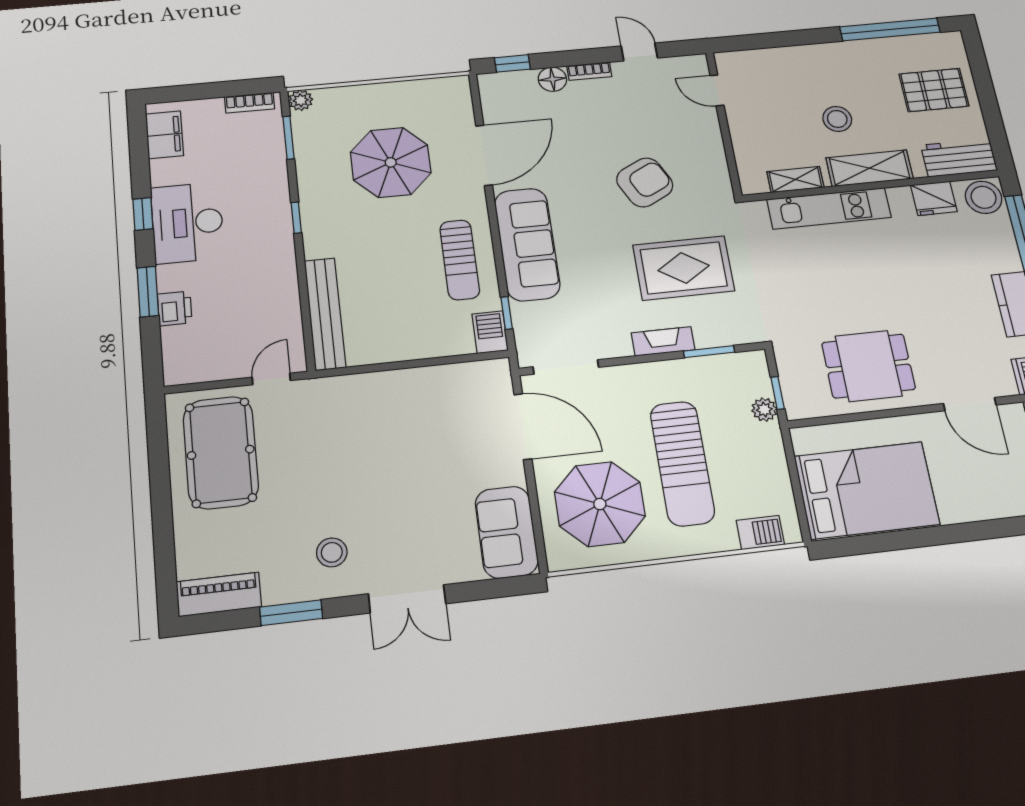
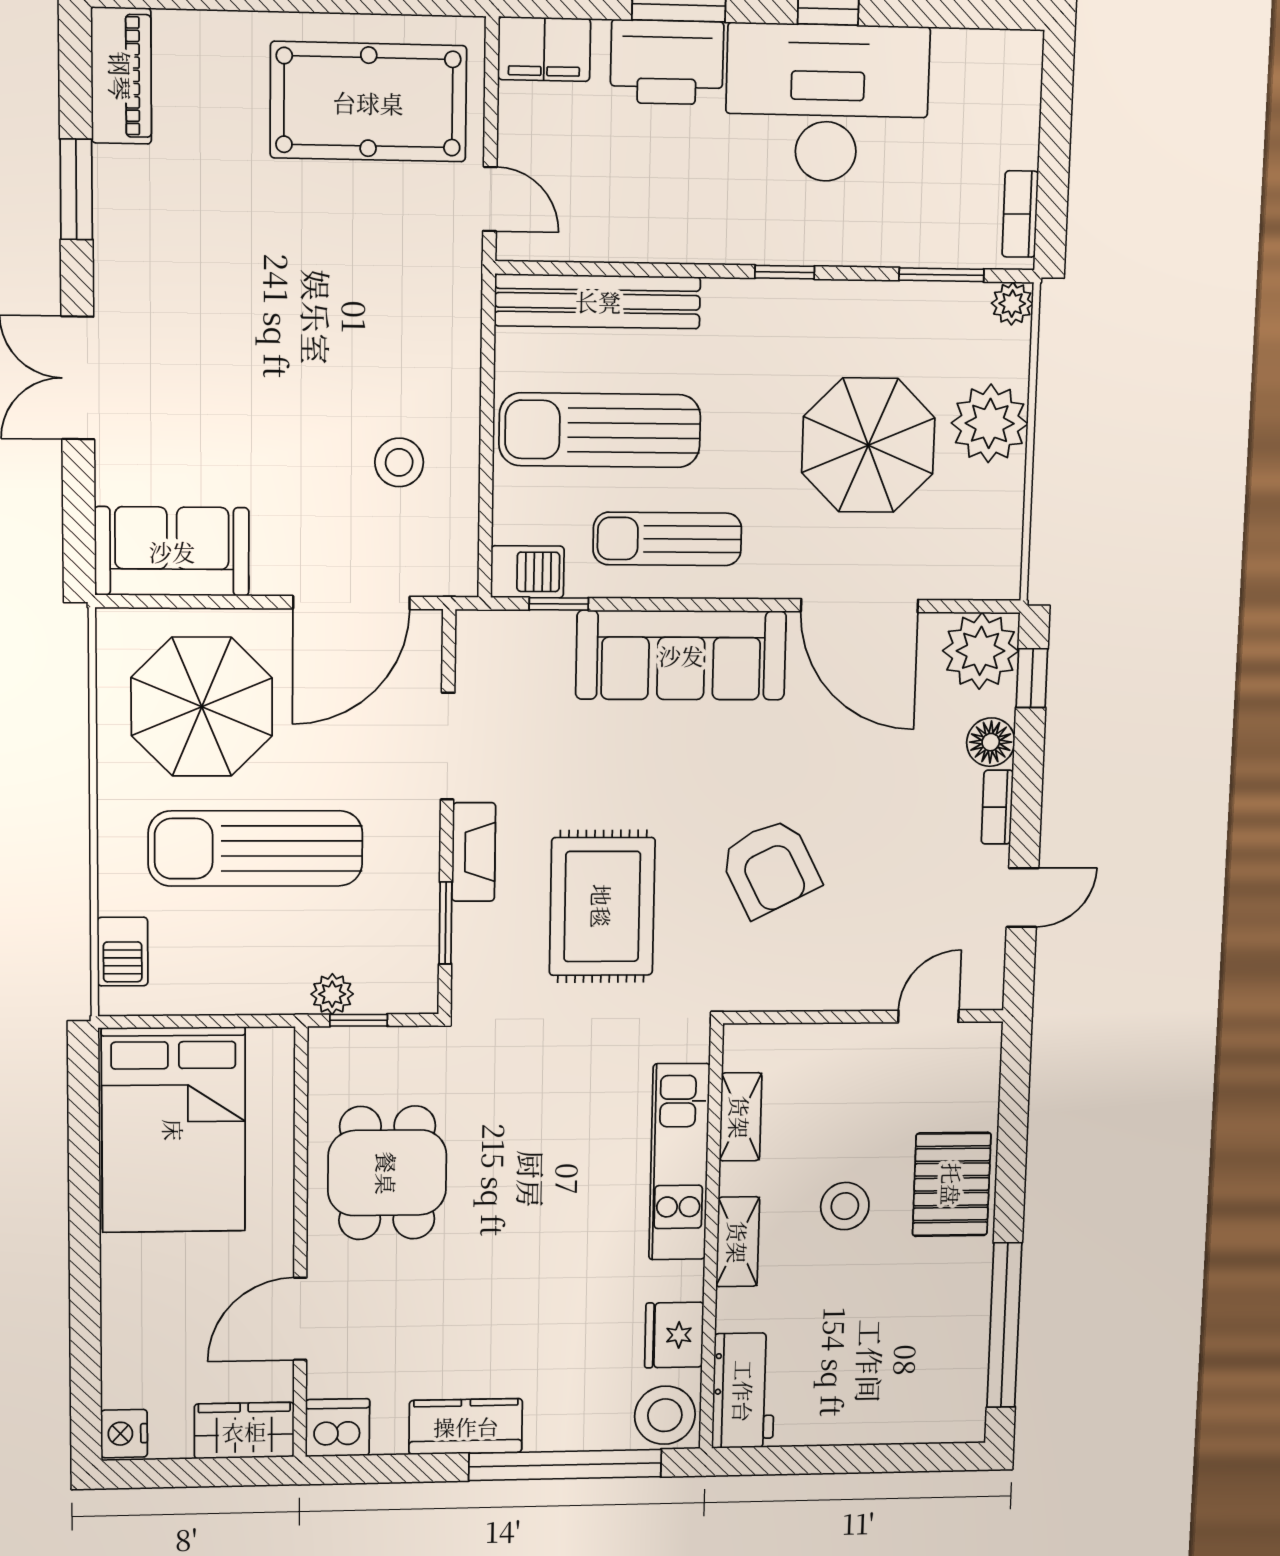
pallet: (934, 90) -> (952, 1184), moved
plant: (501, 91) -> (981, 651), added
plant: (370, 103) -> (990, 423), added
filing cabinet: (164, 135) -> (544, 49), moved
shelving: (870, 168) -> (738, 1242), width x0.67, depth x0.75
desk: (187, 223) -> (827, 103), width x1.36, depth x1.30
sun lounger: (401, 303) -> (600, 430), added
printer: (175, 308) -> (667, 62), width x1.87, depth x1.48
doorway: (566, 367) -> (448, 746), moved
stool: (332, 552) -> (399, 462), moved

